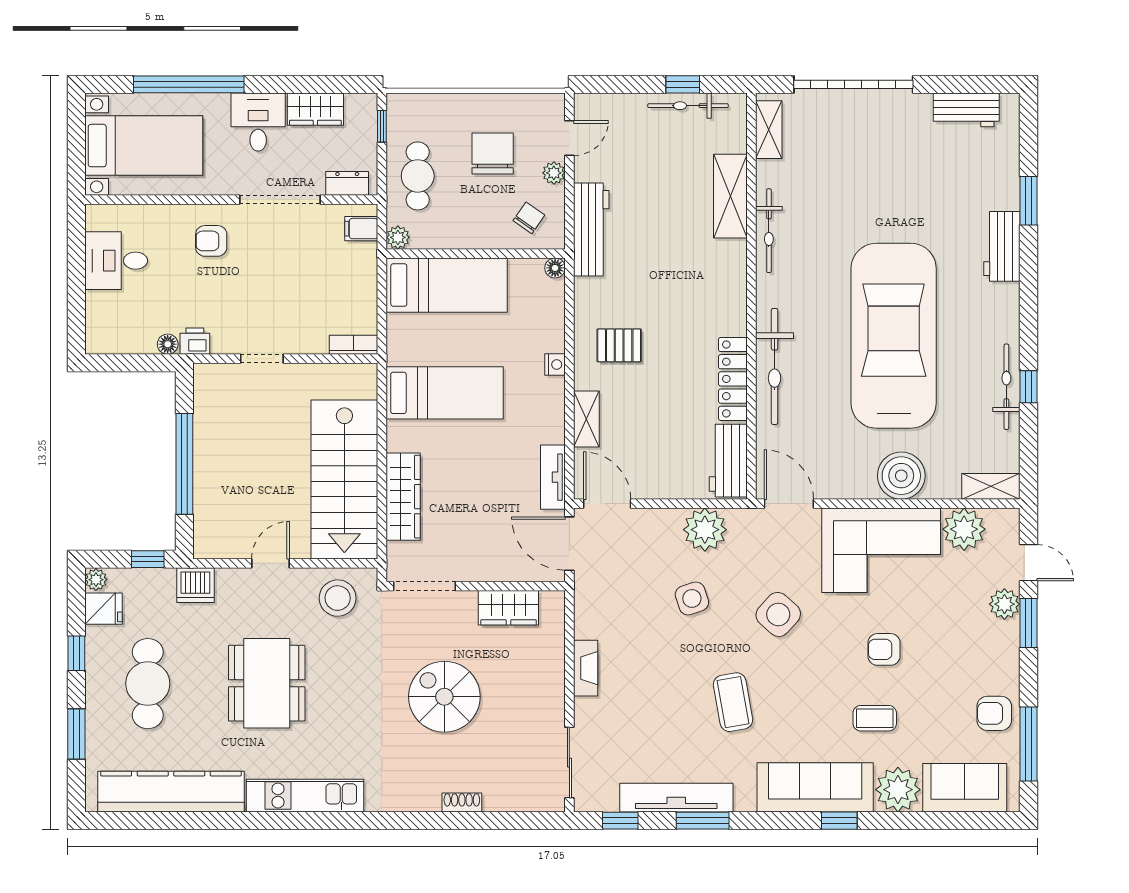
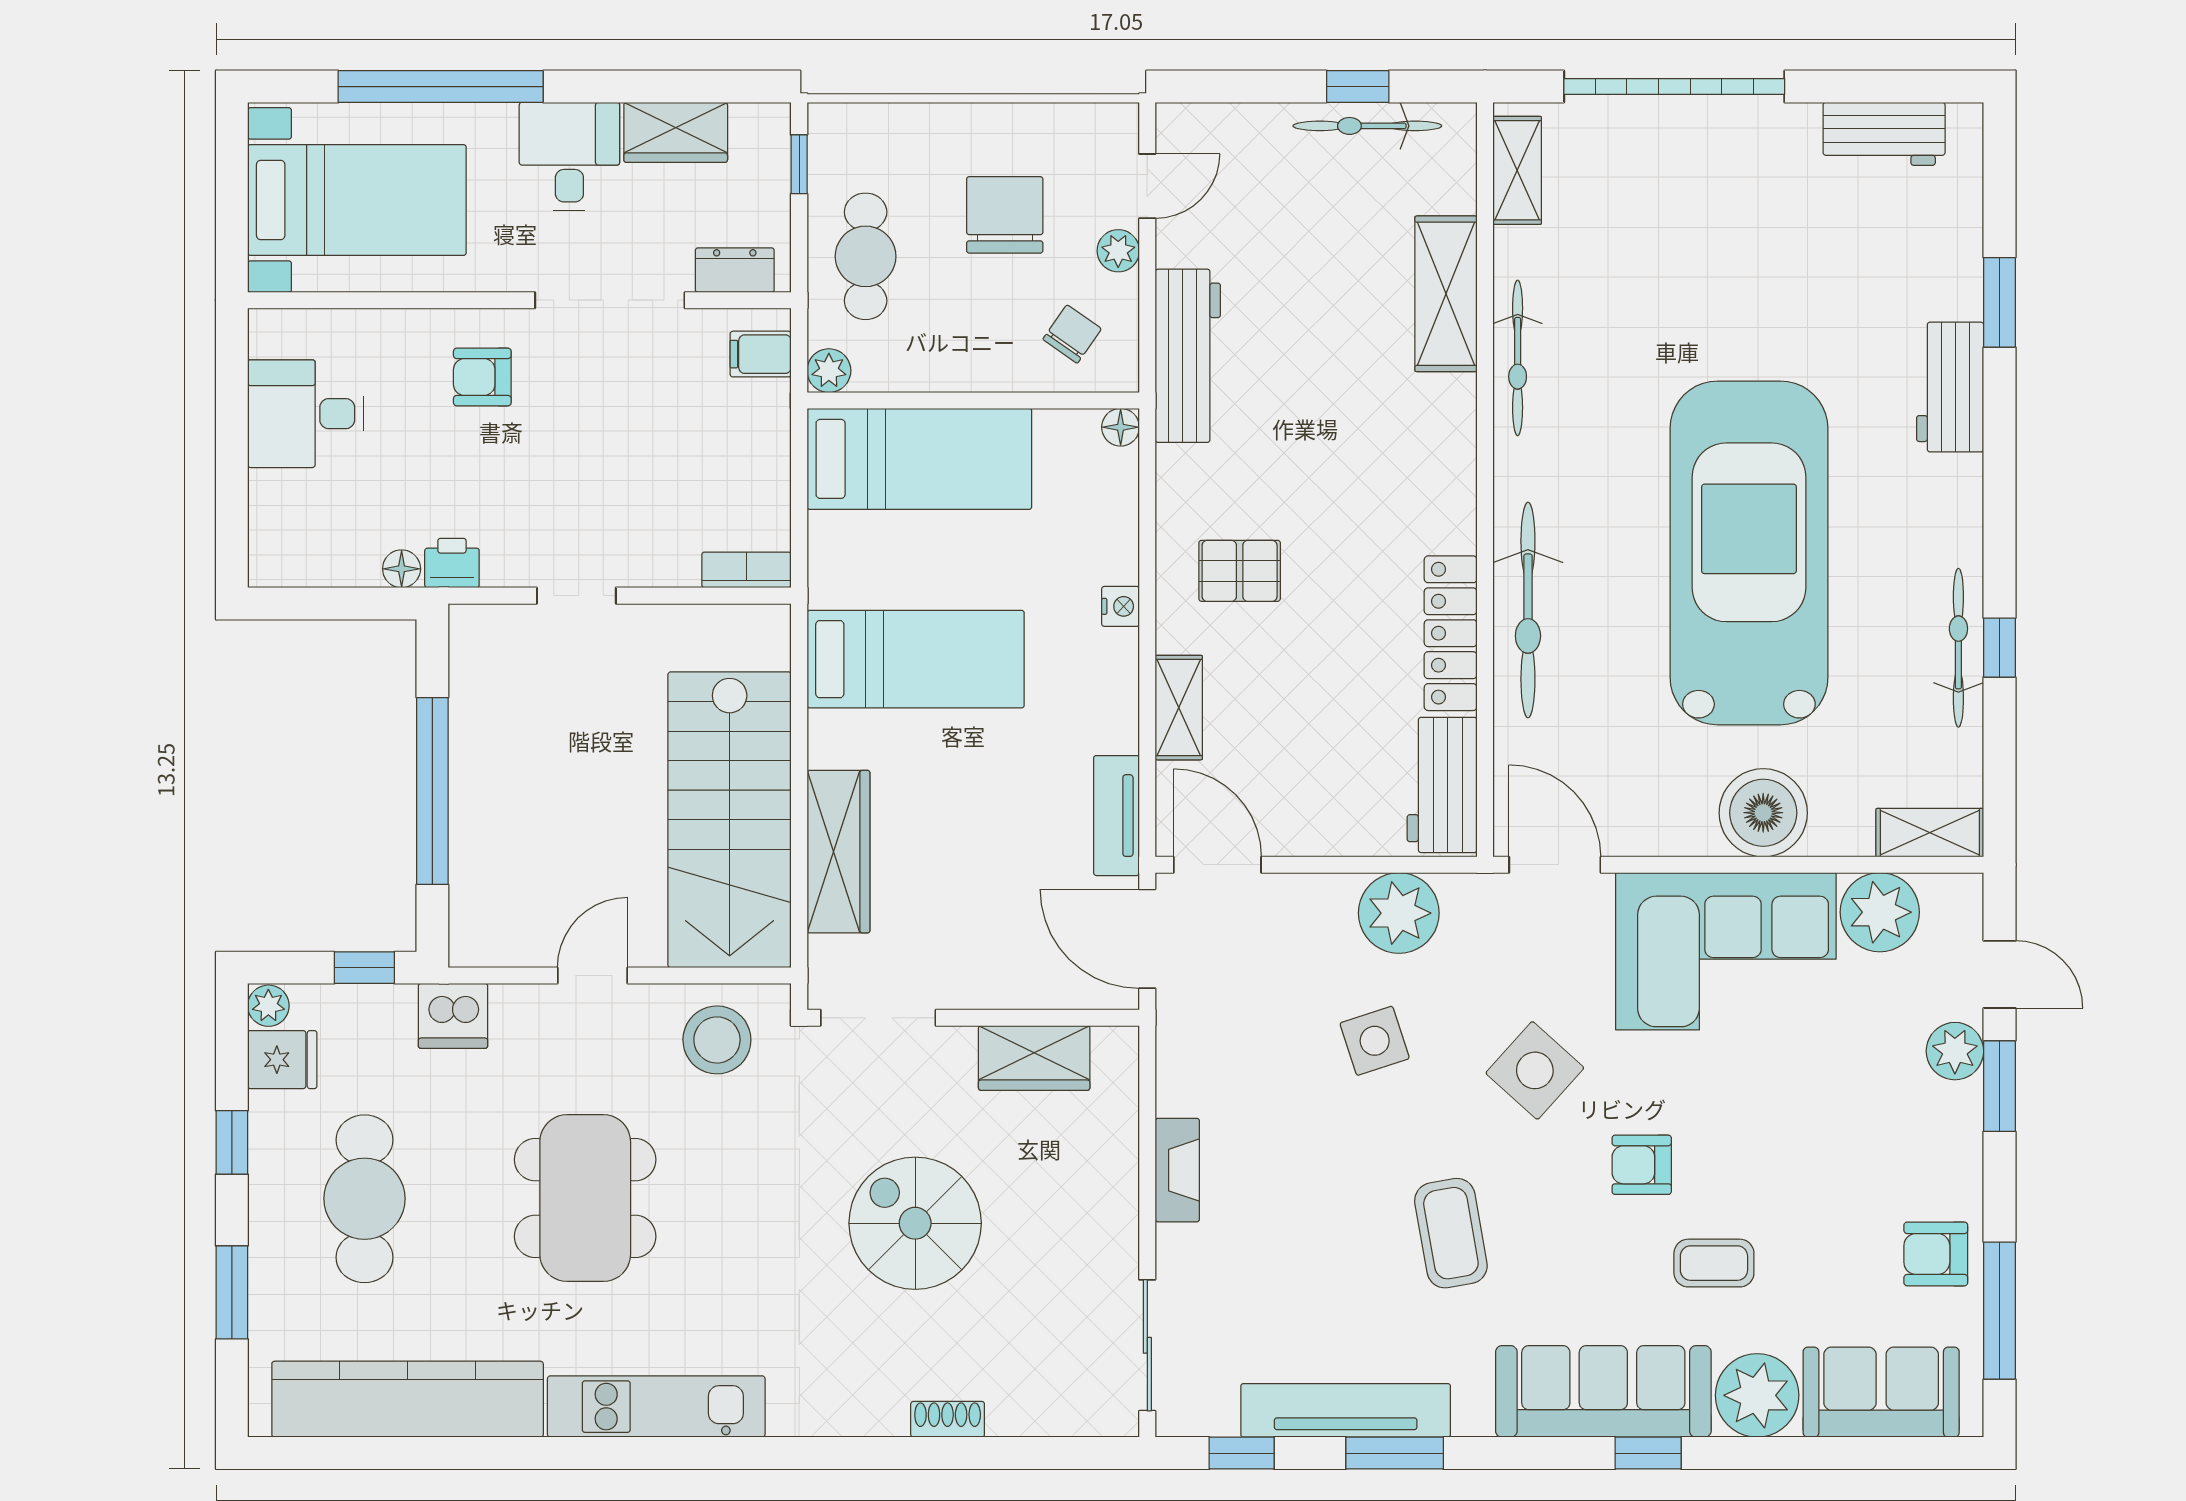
armchair: (884, 649) -> (1642, 1165), moved

